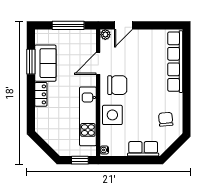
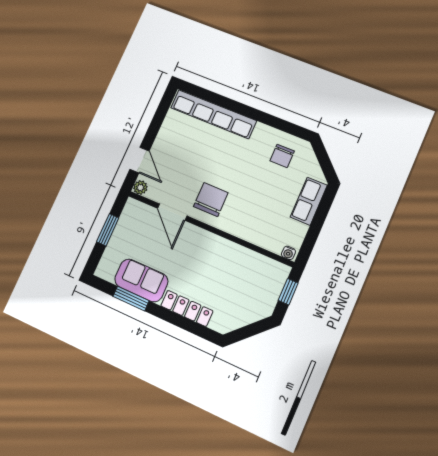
window: (68, 25) -> (108, 230), width x0.69
locker: (41, 94) -> (187, 308), width x1.53
side table: (112, 115) -> (247, 222), removed
kitchen unit: (88, 116) -> (235, 255), removed
chair: (166, 119) -> (282, 156), turned -85

